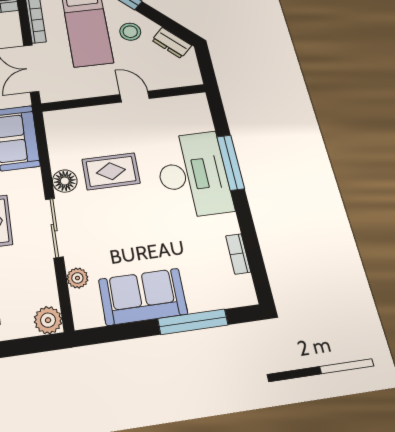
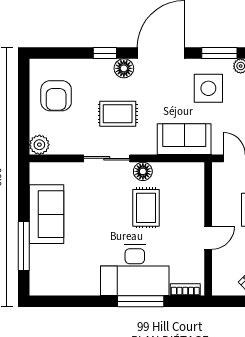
bookcase: (238, 254) -> (185, 290), moved
plant: (77, 278) -> (67, 170), removed

